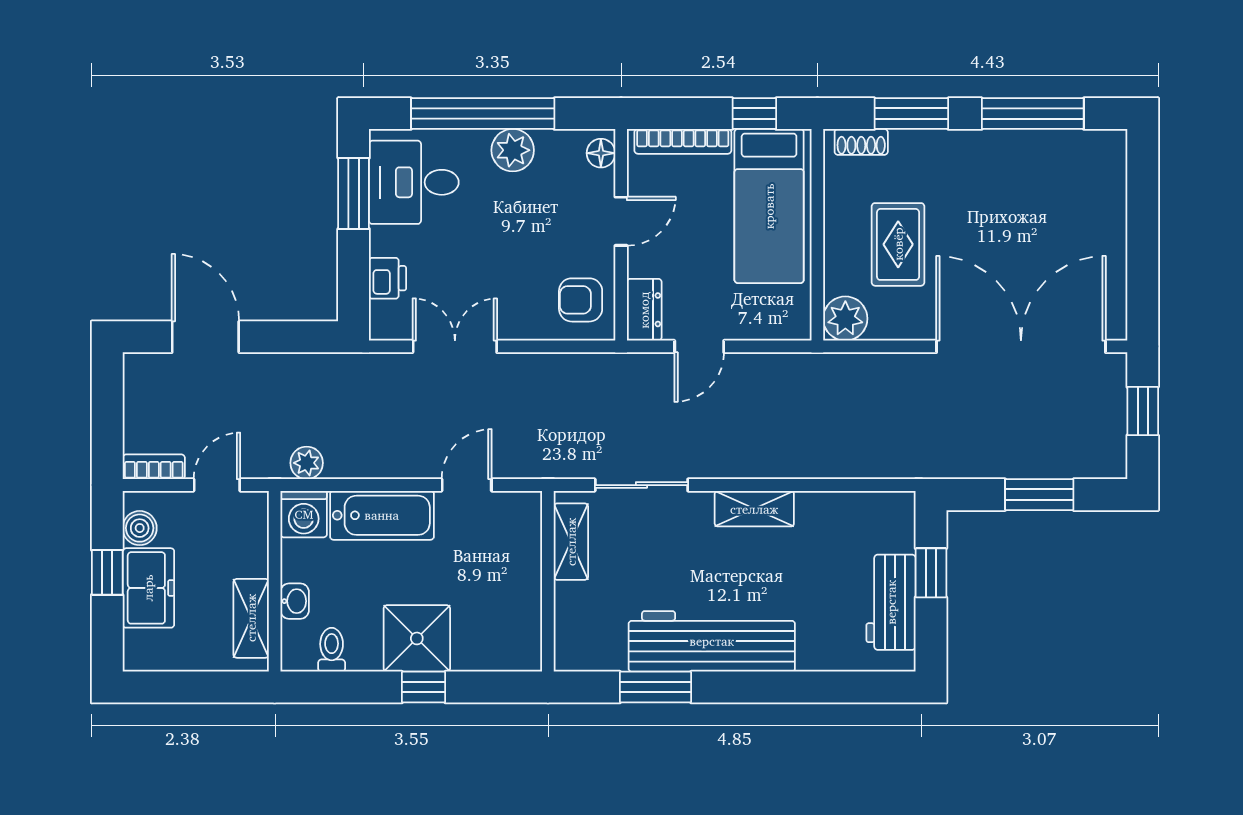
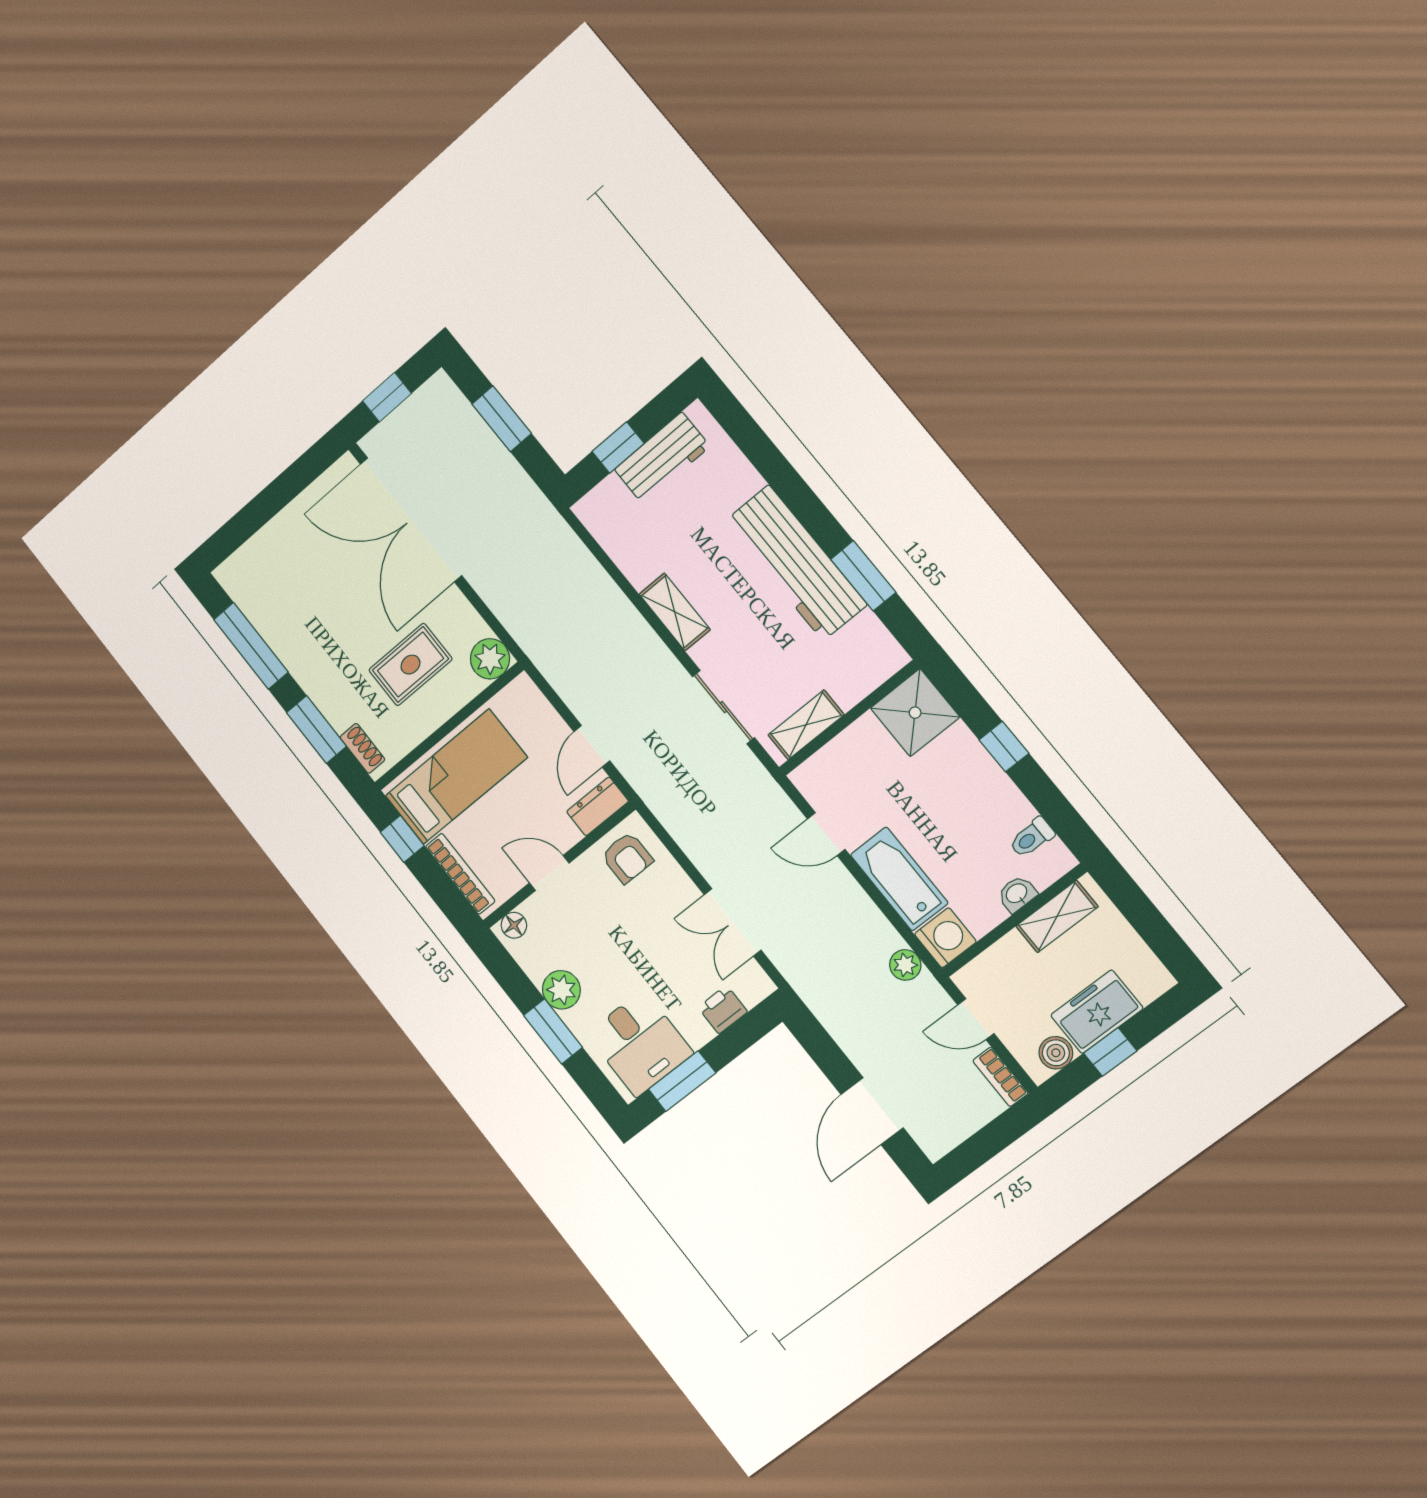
window: (483, 114) -> (553, 1031), width x0.47
door: (699, 346) -> (592, 746), swing flipped
shower: (417, 638) -> (915, 713), moved

